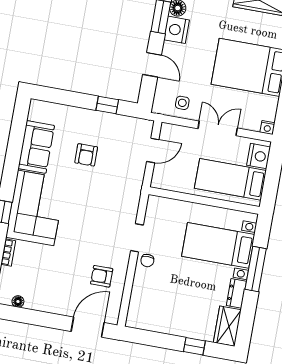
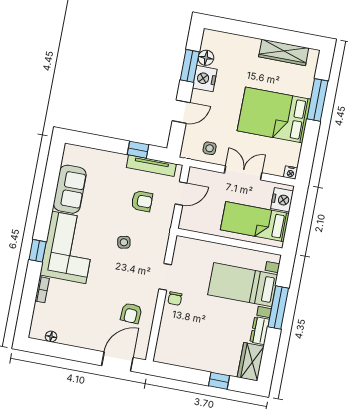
door: (152, 65) -> (181, 112), hinge flipped
tv unit: (121, 122) -> (151, 166), added
armchair: (86, 155) -> (142, 201), moved, turned -90
side table: (93, 202) -> (124, 242), added
armchair: (102, 276) -> (131, 313), turned -87

